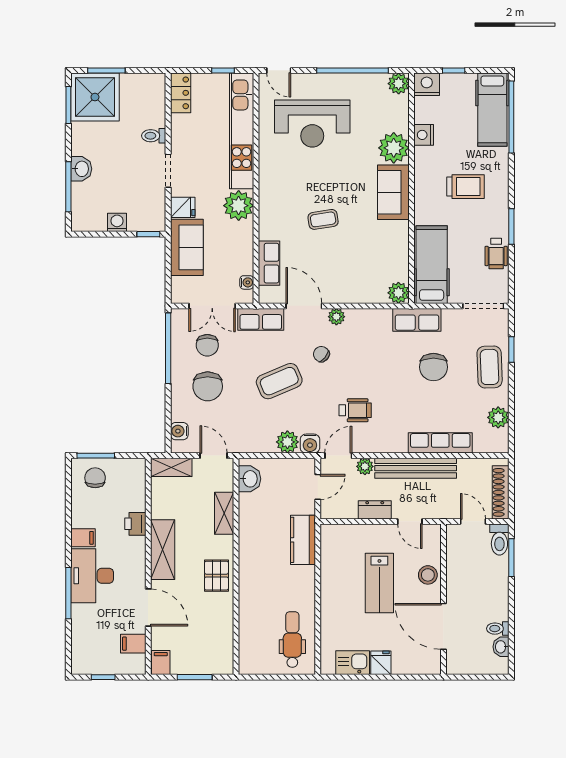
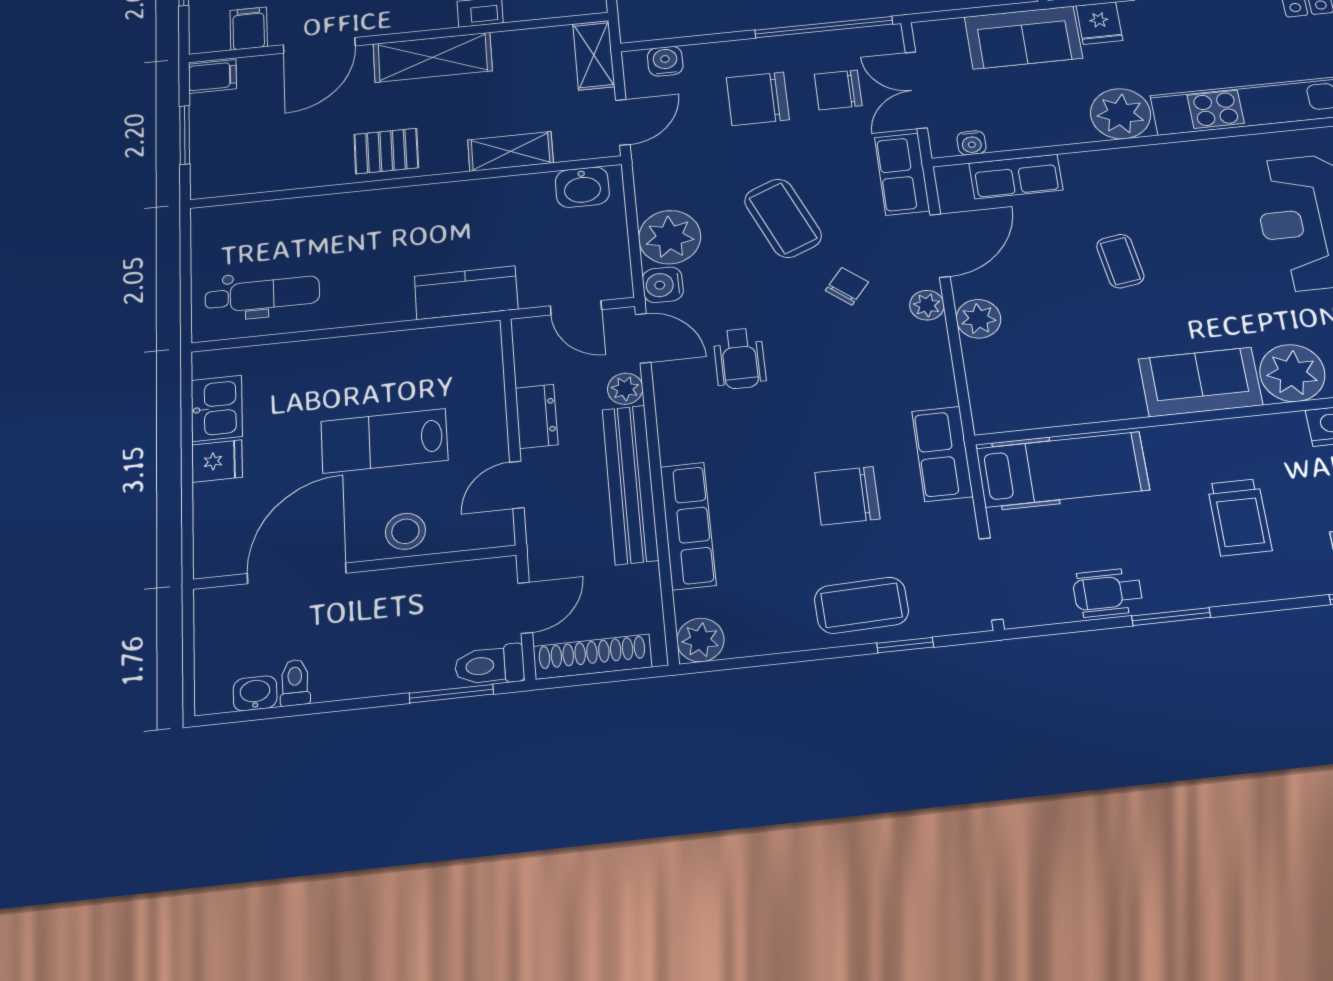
plant: (398, 293) -> (978, 319), moved
plant: (498, 417) -> (700, 640), moved
plant: (287, 442) -> (670, 237), width x1.36, depth x1.36

